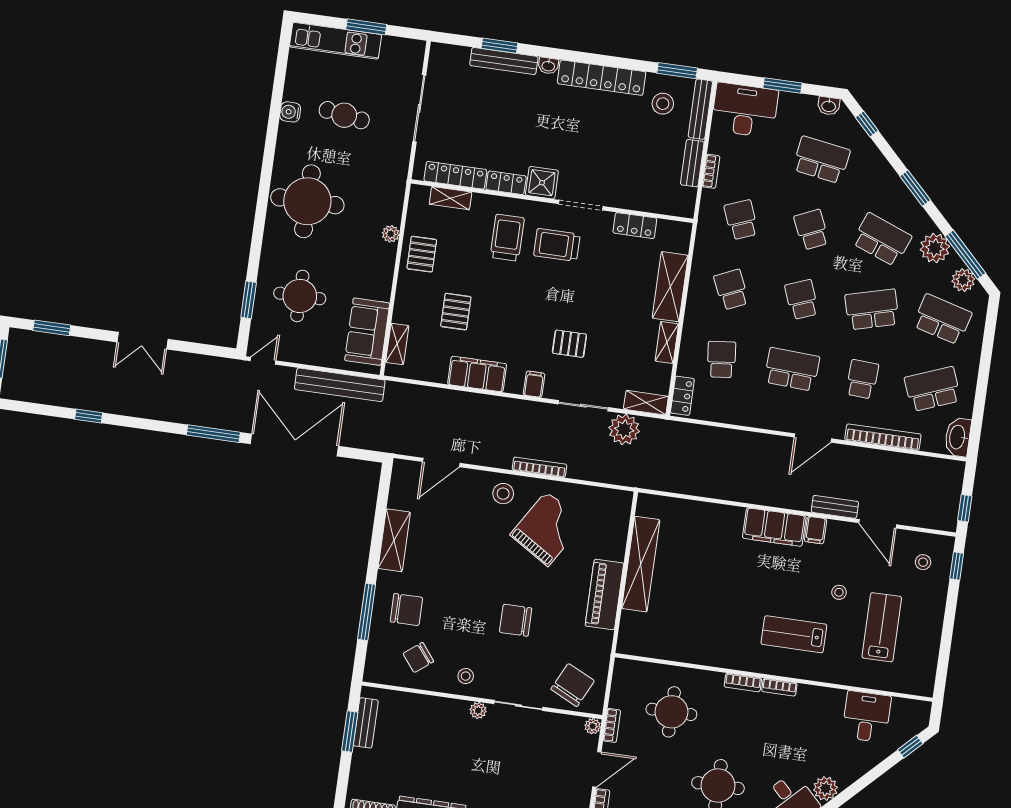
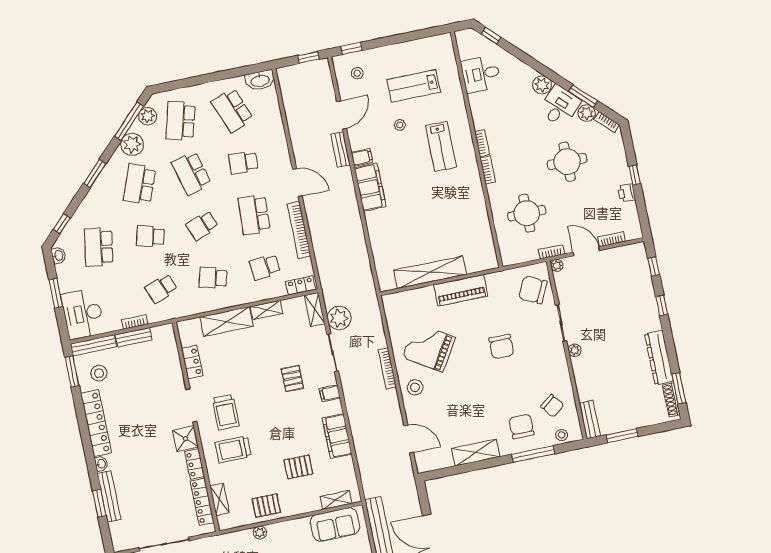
school desk: (811, 230) -> (150, 236), turned 39
school desk: (731, 290) -> (213, 278), turned 39
bookcase: (883, 437) -> (299, 230), moved
stool: (466, 676) -> (562, 435), moved
bench: (366, 723) -> (590, 419), moved, turned 90

